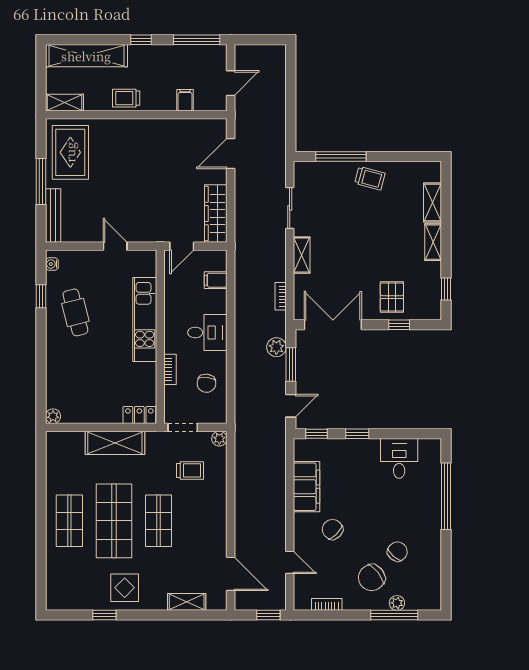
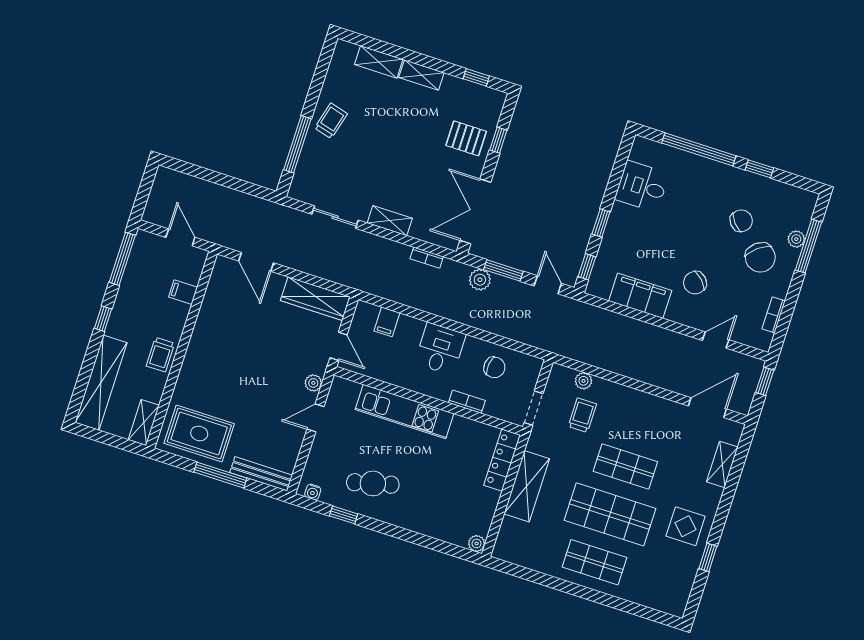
plant: (144, 235) -> (313, 383), added
locker: (139, 415) -> (502, 460), width x1.53
plant: (219, 439) -> (583, 381), moved
chair: (397, 552) -> (741, 221), turned 100
window: (446, 553) -> (759, 169), added

